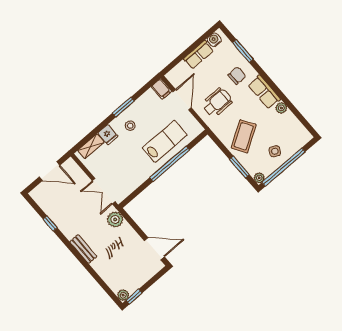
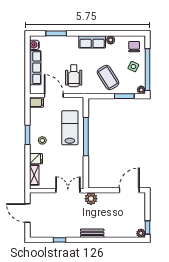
row of seats: (199, 55) -> (35, 68), width x1.48
chair: (237, 76) -> (134, 47), moved
wheelchair: (217, 103) -> (74, 76), turned 180
door: (49, 171) -> (27, 213), swing flipped
double door: (104, 191) -> (68, 191), swing flipped

